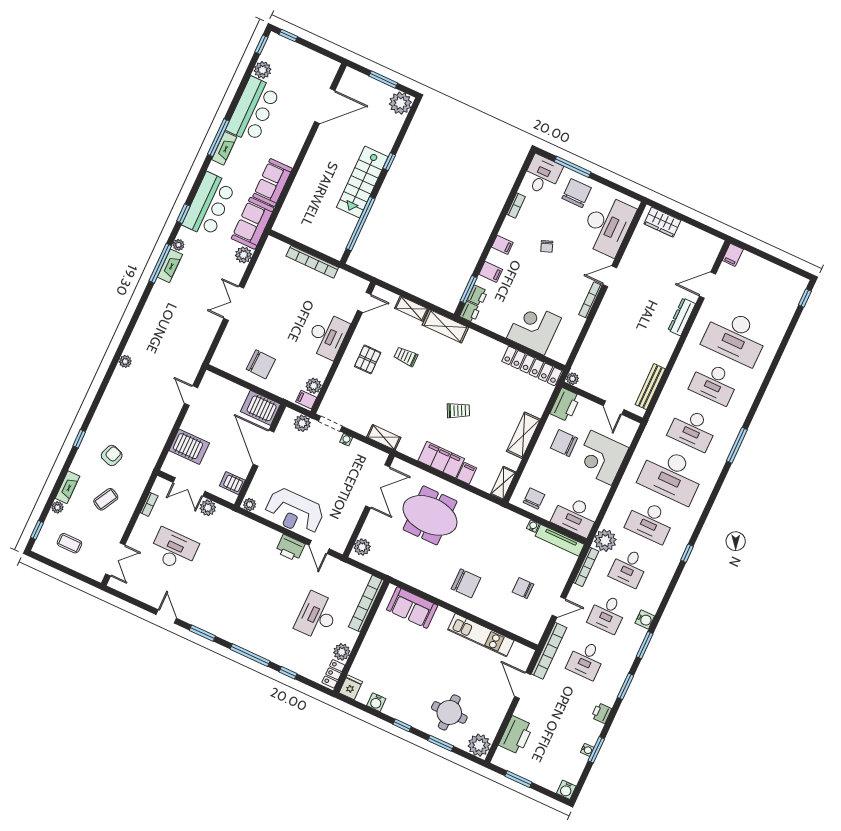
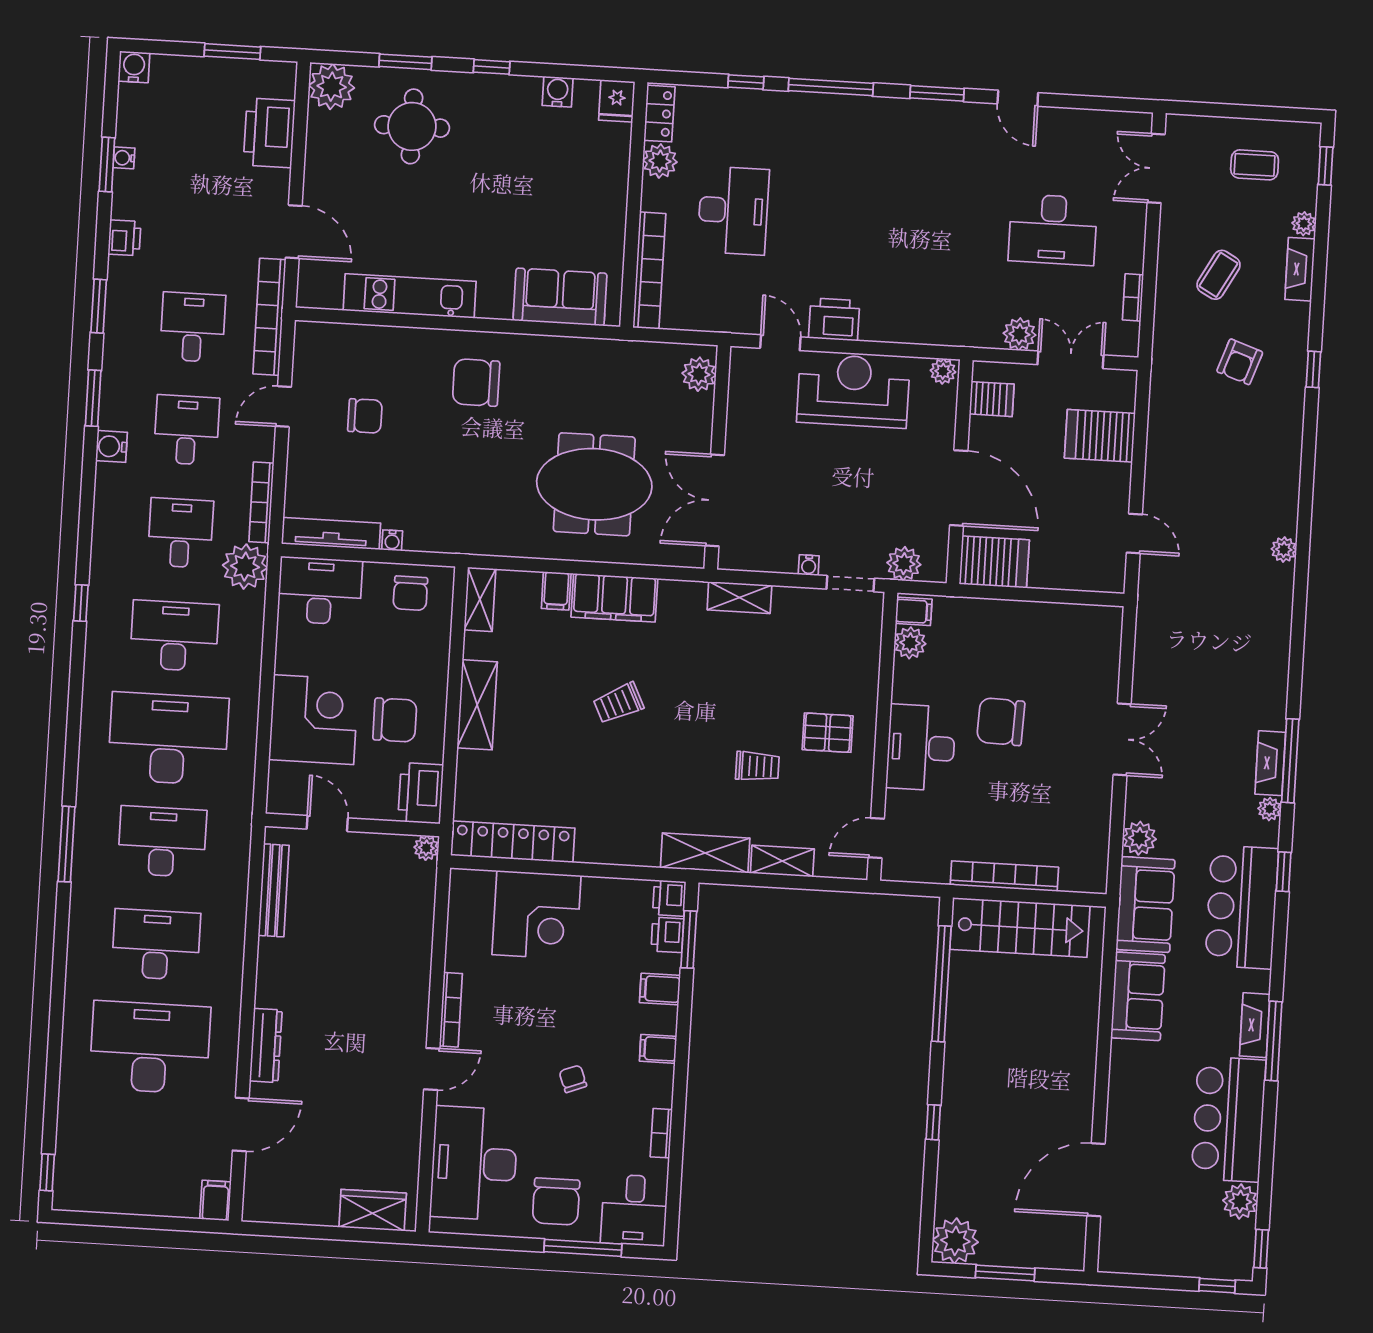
stairs: (362, 182) -> (1020, 927), moved, turned 90
pallet: (368, 359) -> (828, 733), turned 90
chair: (261, 364) -> (1001, 722), moved

